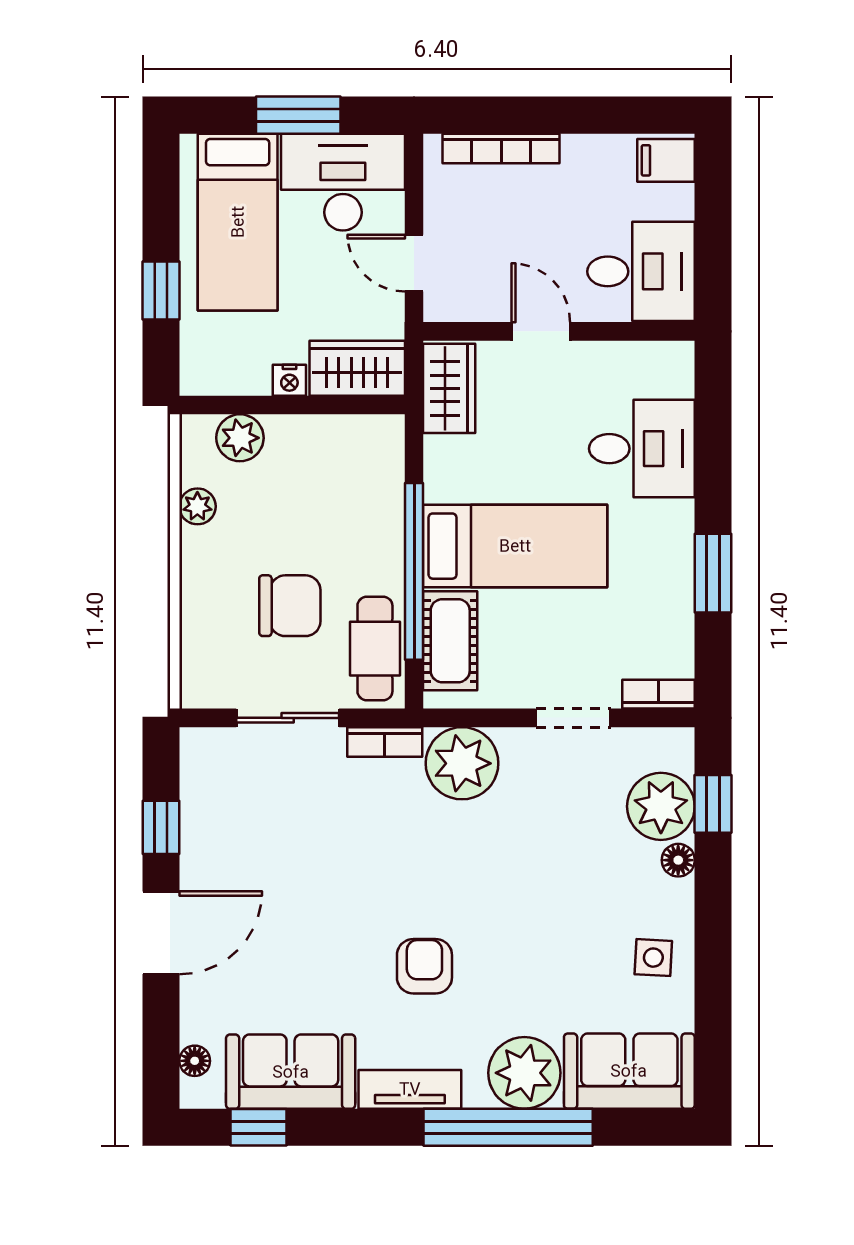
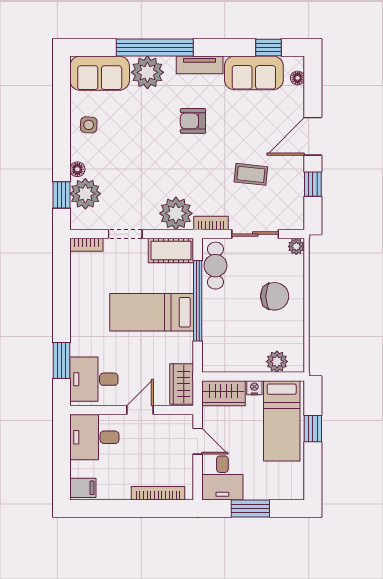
desk: (343, 182) -> (222, 478), width x0.73
bed: (238, 222) -> (282, 421), moved, turned 180
door: (541, 331) -> (140, 410), swing flipped
desk: (642, 449) -> (94, 379), moved
plant: (197, 506) -> (296, 246), moved
window: (713, 573) -> (62, 361), moved
chair: (290, 606) -> (275, 296), moved, turned 180
cot: (450, 641) -> (171, 250), moved, turned 90
coffee table: (297, 849) -> (251, 174), added
armchair: (424, 966) -> (193, 121), turned 90

